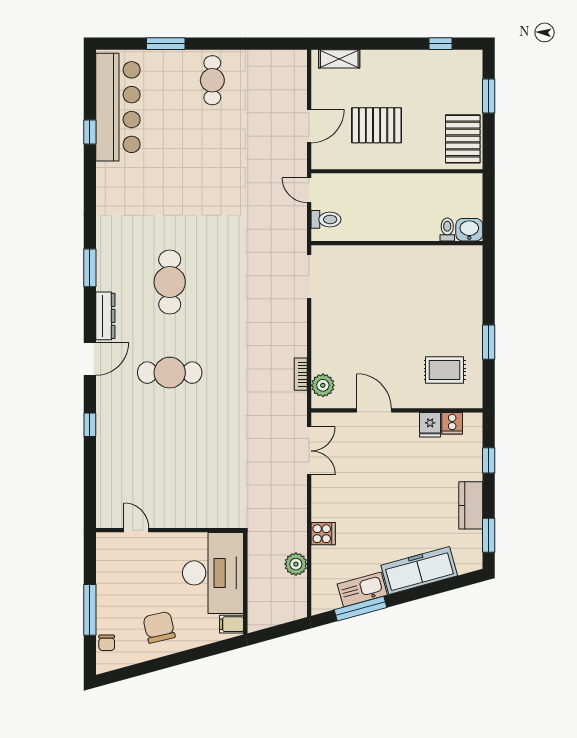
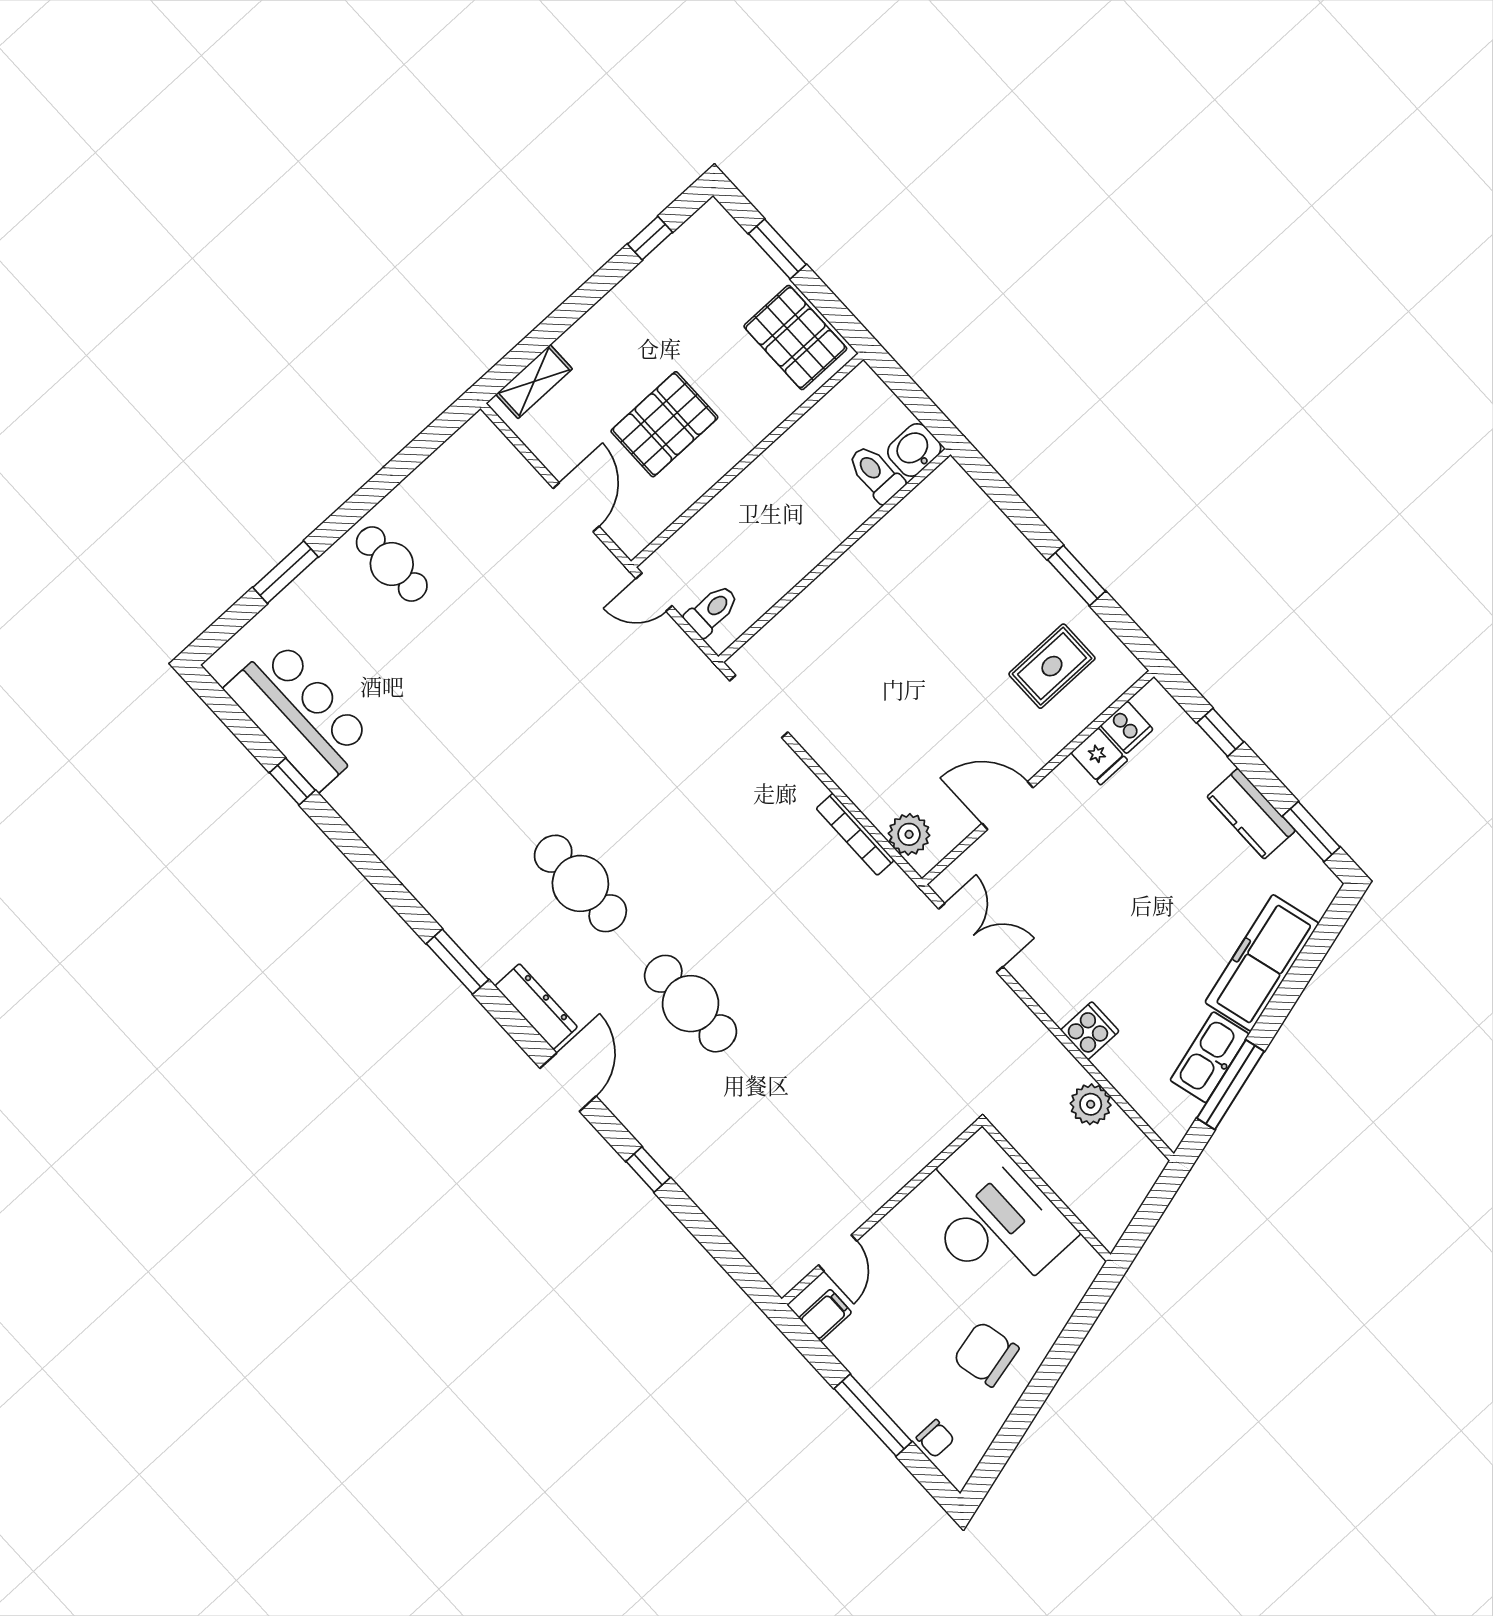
bar counter: (118, 107) -> (299, 714), width x0.73
toilet: (447, 229) -> (876, 474), width x1.37, depth x1.39
cafe table: (170, 373) -> (691, 1004), turned 90
bookcase: (301, 374) -> (855, 834), width x1.56
door: (136, 530) -> (838, 1253), swing flipped
filing cabinet: (231, 624) -> (825, 1315), moved, turned 180

